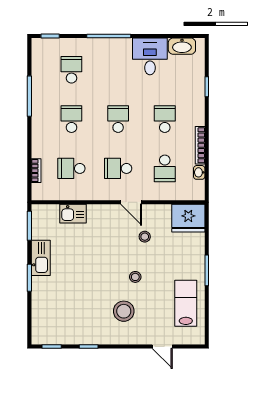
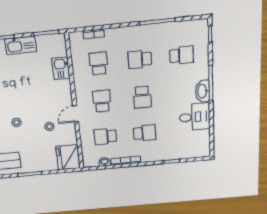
washbasin: (182, 46) -> (202, 91), moved
school desk: (71, 119) -> (140, 59), turned 180
school desk: (118, 119) -> (142, 97), turned 90

